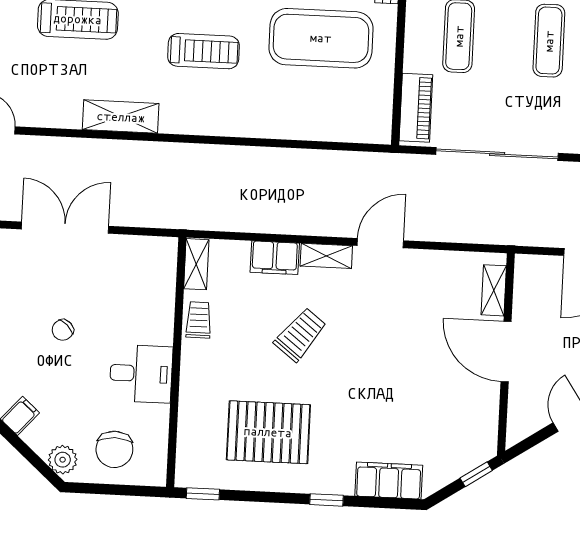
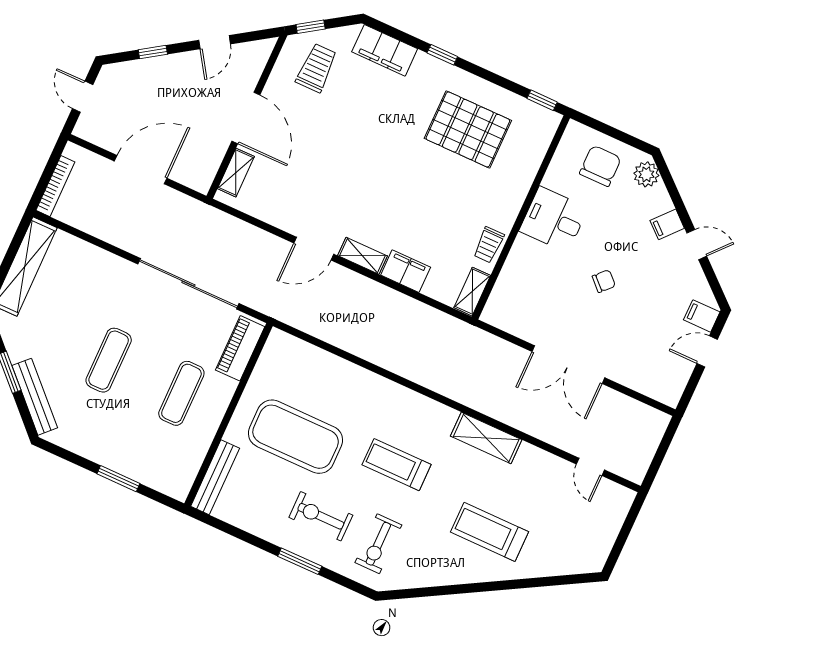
trolley: (300, 335) -> (316, 68), moved, turned 142

